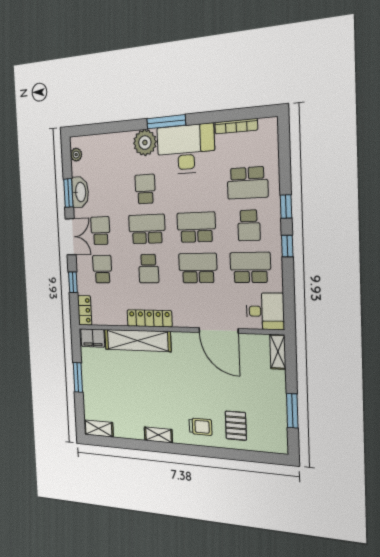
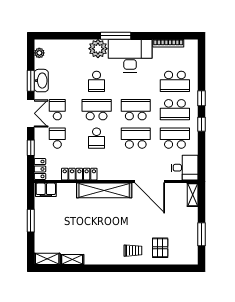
school desk: (145, 189) -> (97, 81), turned 180
school desk: (249, 225) -> (175, 110), width x1.85
locker: (149, 318) -> (79, 174), moved
shelving: (137, 340) -> (104, 190), moved
shelving: (158, 435) -> (72, 259), moved

